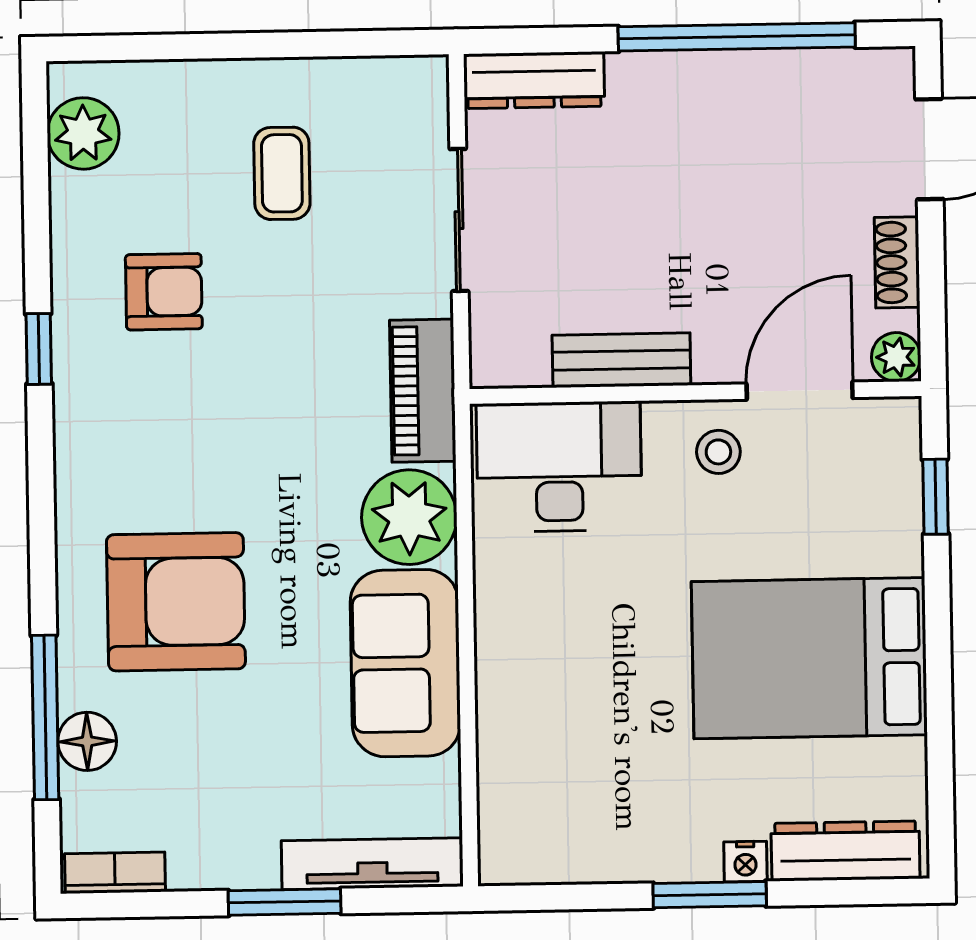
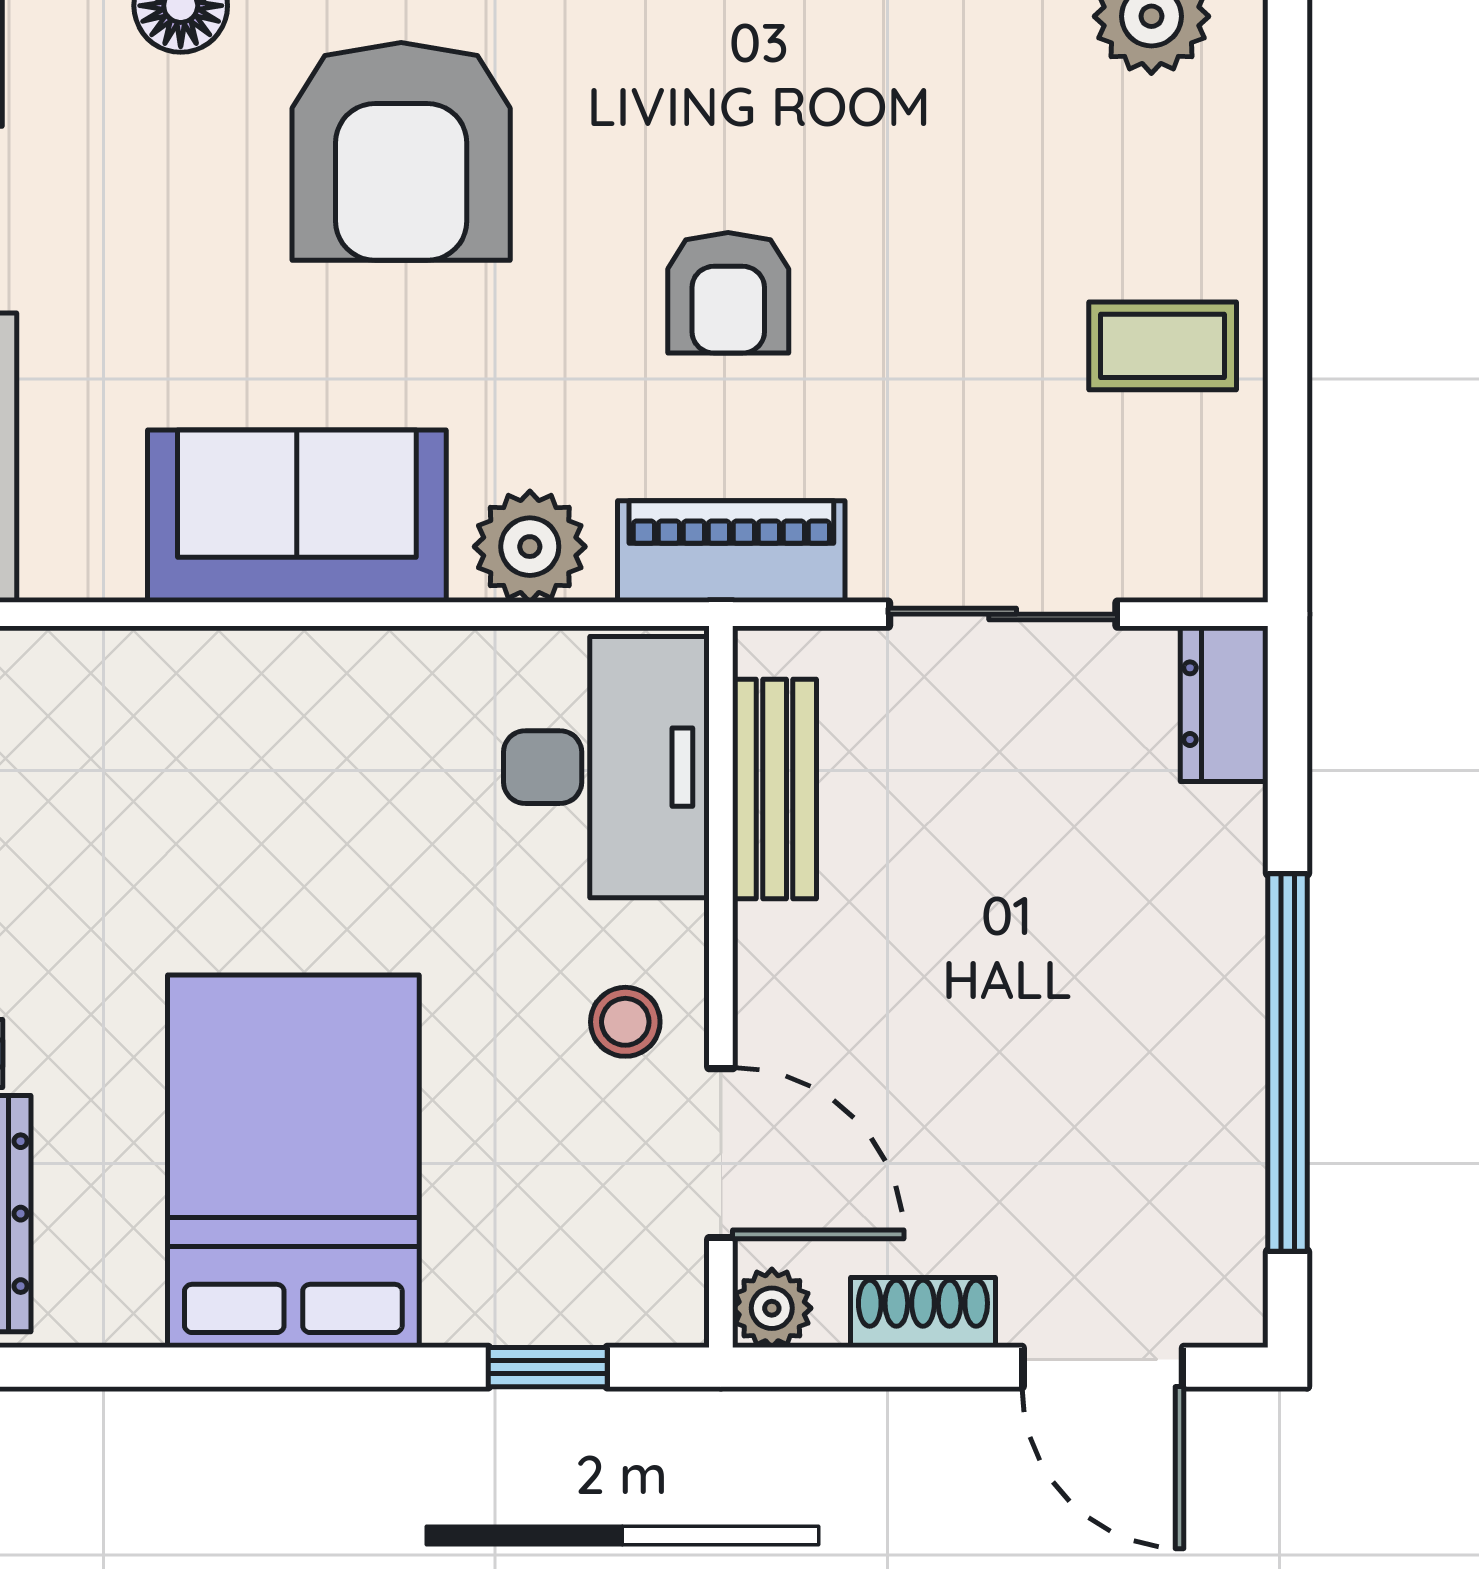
dresser: (534, 80) -> (1224, 704), width x0.70
coffee table: (282, 173) -> (1163, 346), moved
armchair: (164, 292) -> (728, 293), moved
bench: (621, 360) -> (775, 789), moved
plant: (409, 517) -> (530, 547), width x0.73, depth x0.73

